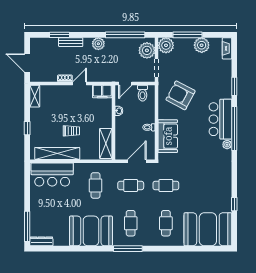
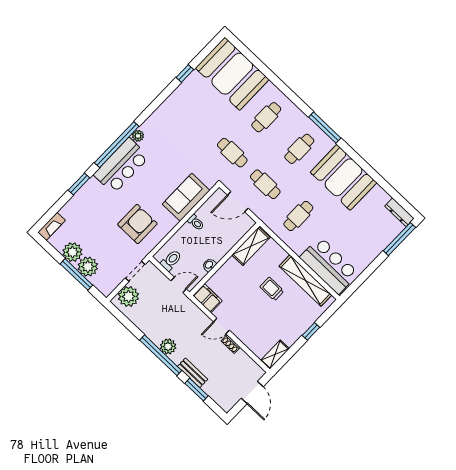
window: (125, 35) -> (161, 355), moved
plant: (166, 45) -> (88, 267), moved
armchair: (181, 95) -> (137, 224), turned -118

